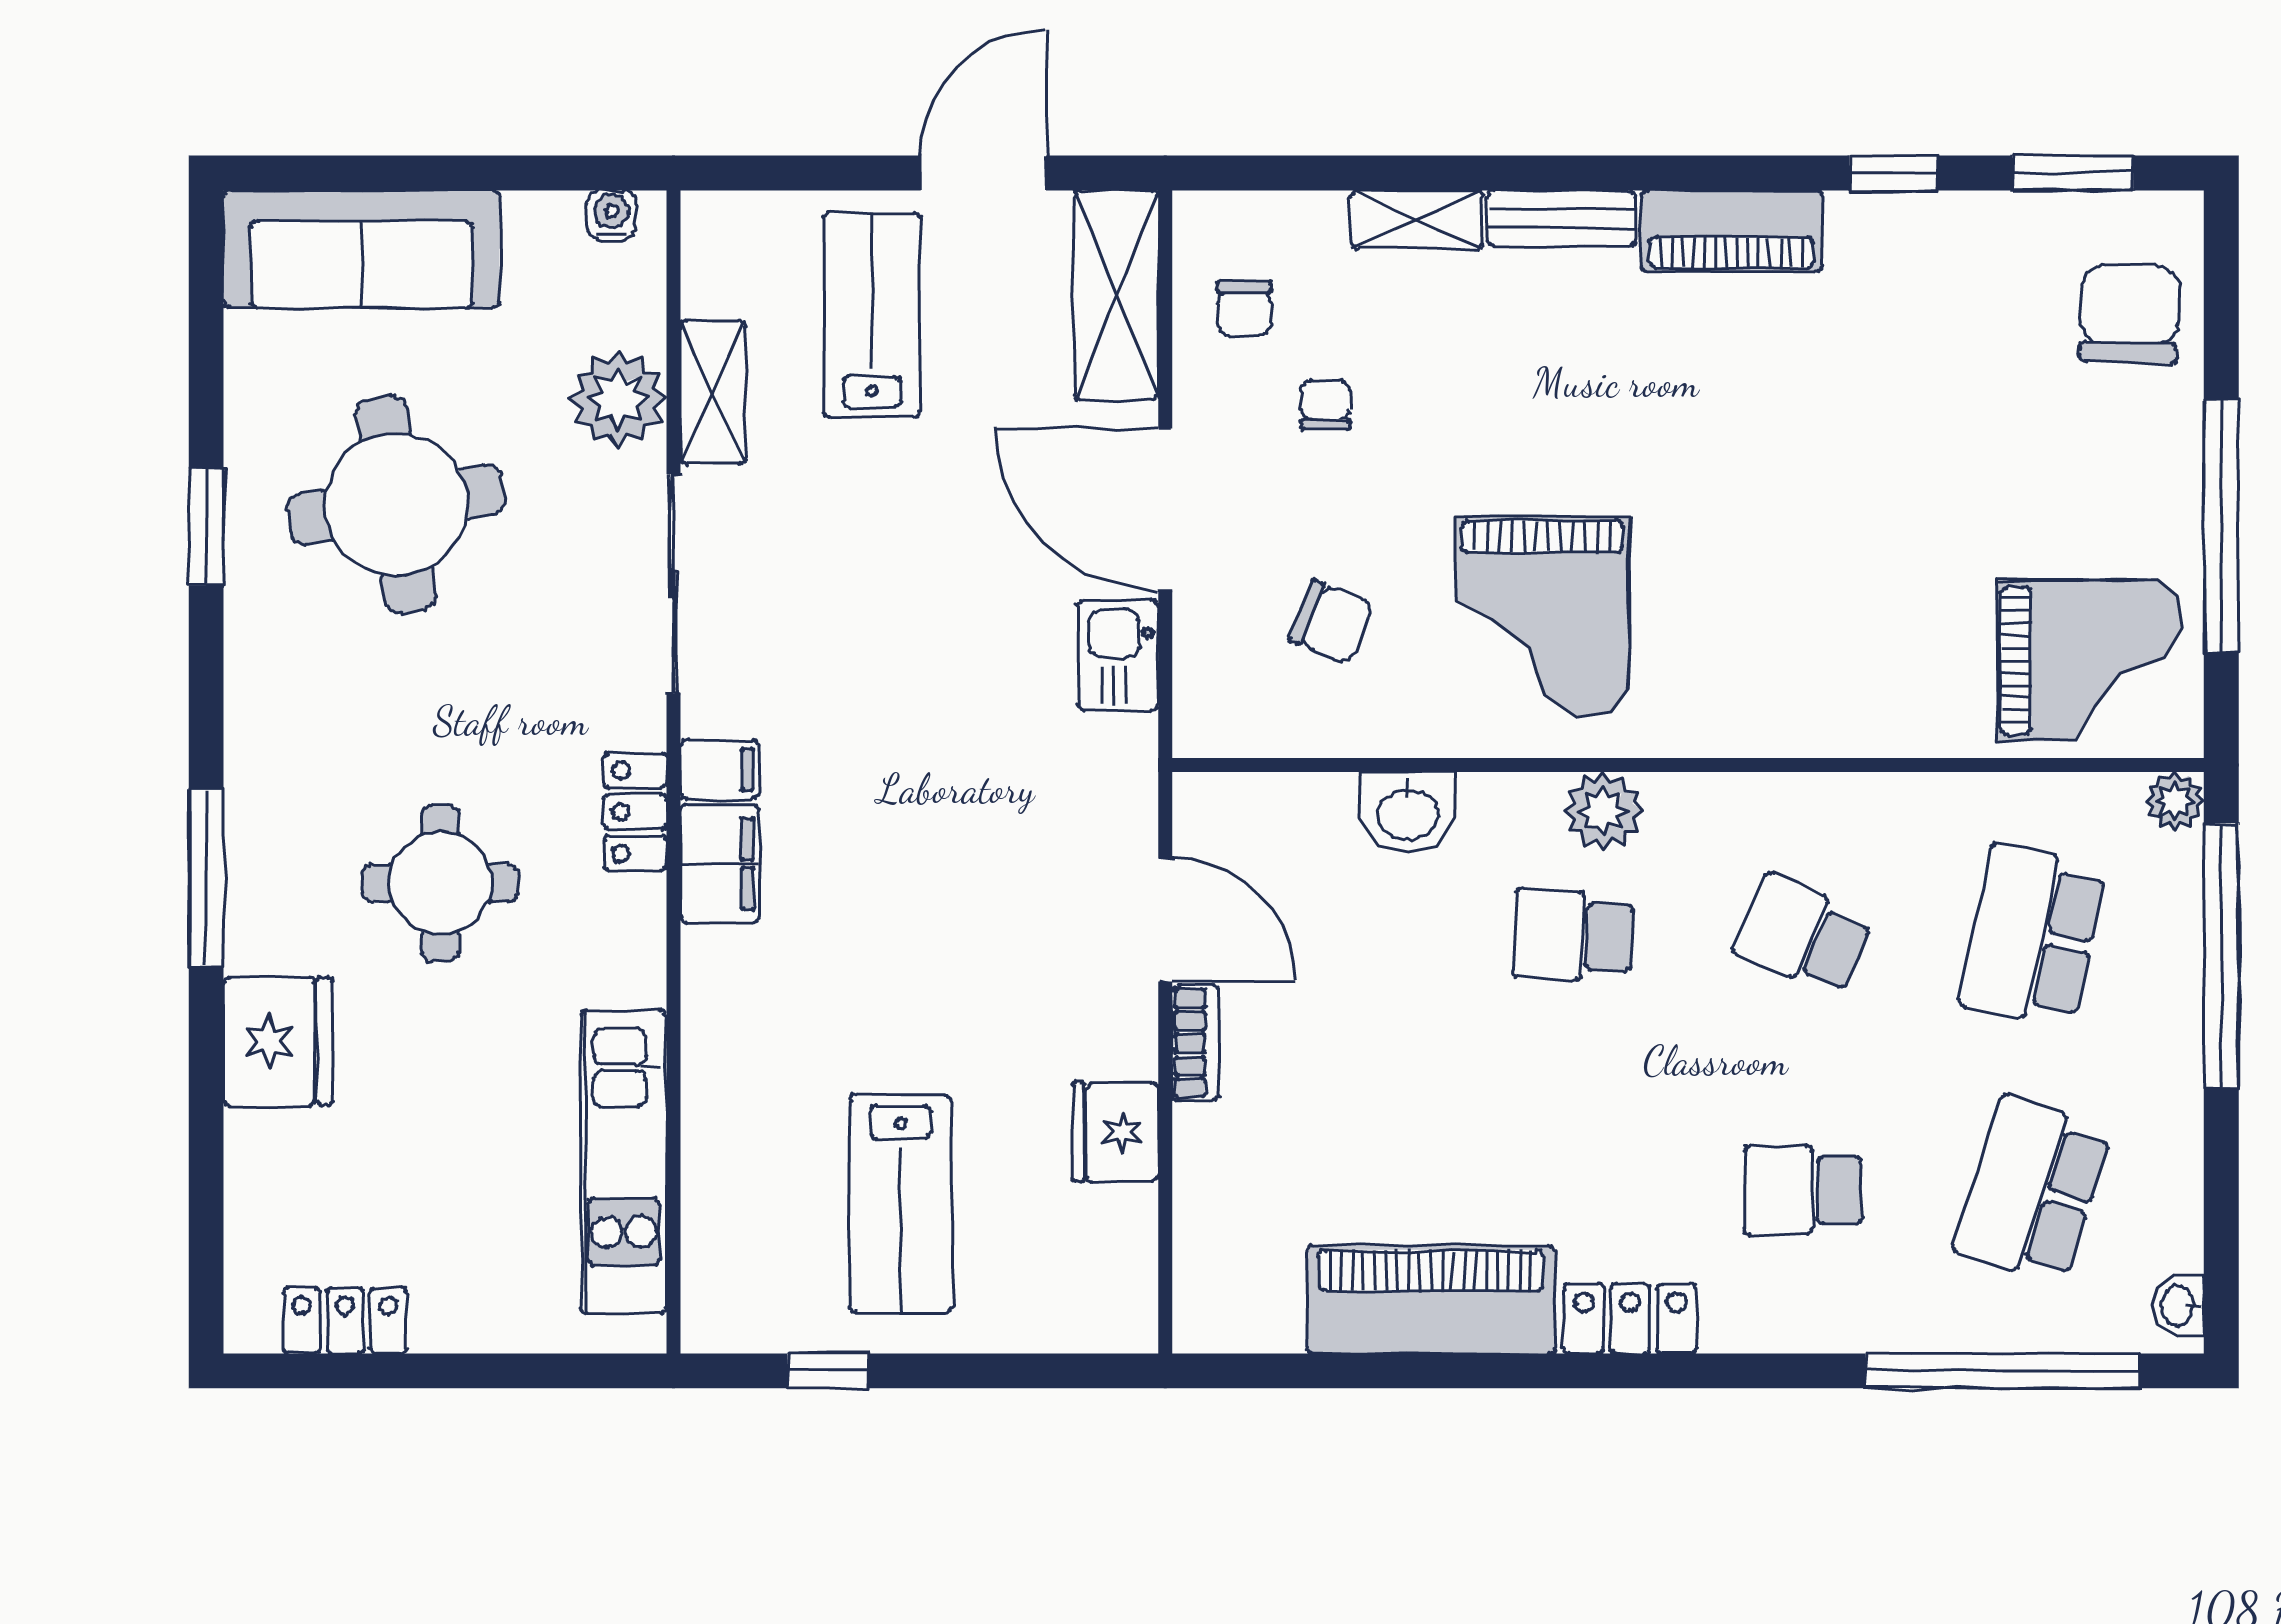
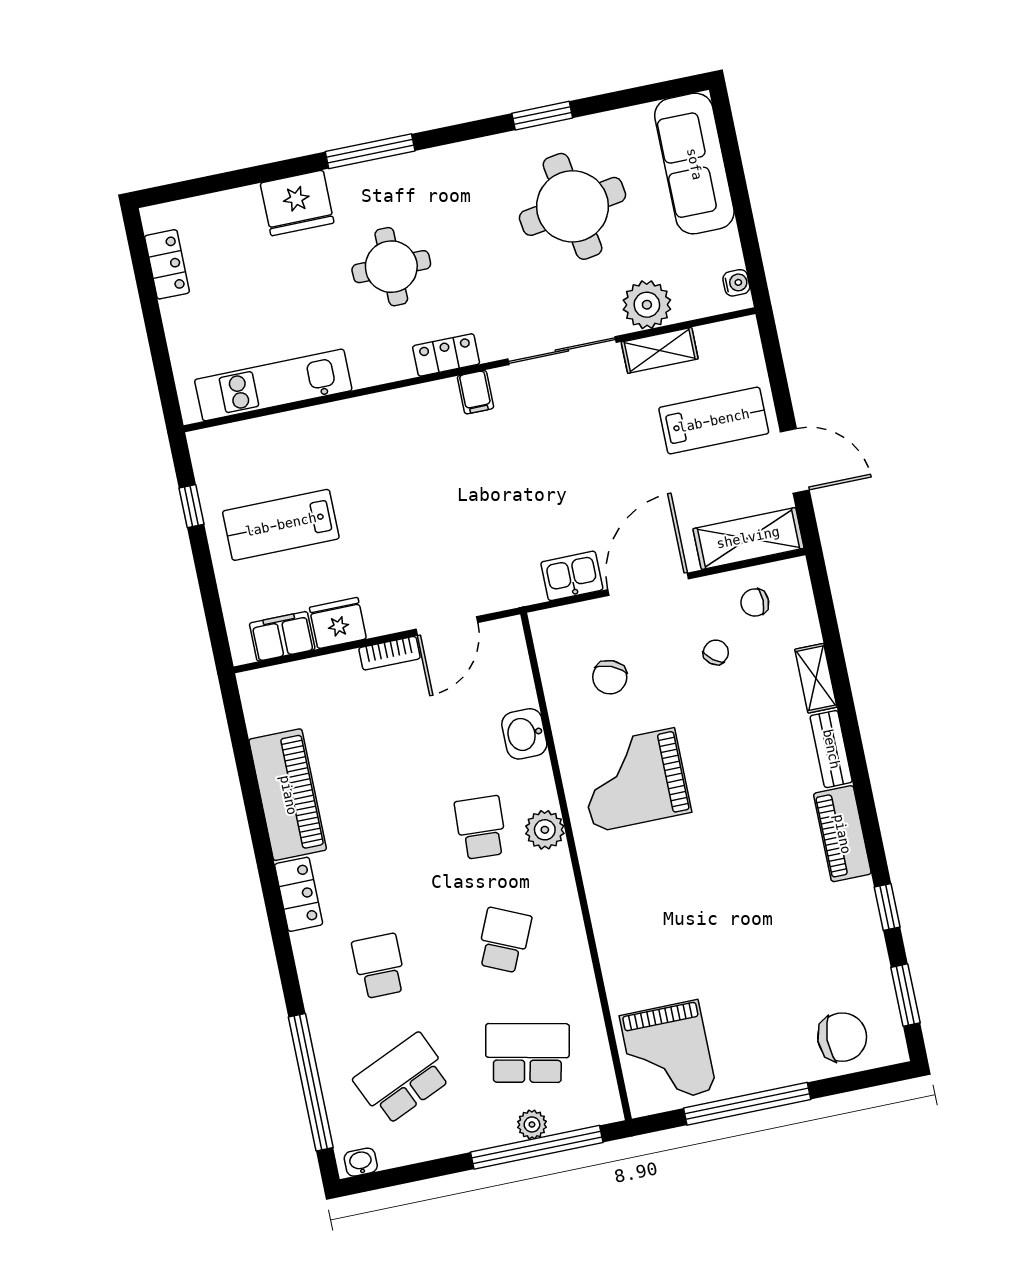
chair: (1326, 405) -> (716, 652), turned -52
plant: (2175, 801) -> (532, 1124), moved
filing cabinet: (720, 864) -> (282, 636), moved, turned 180
school desk: (2033, 1190) -> (403, 1079), turned -42

